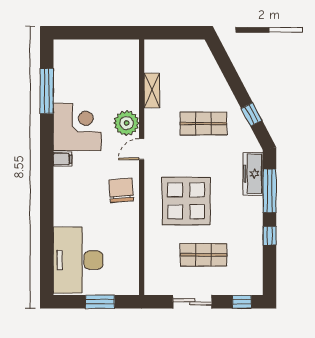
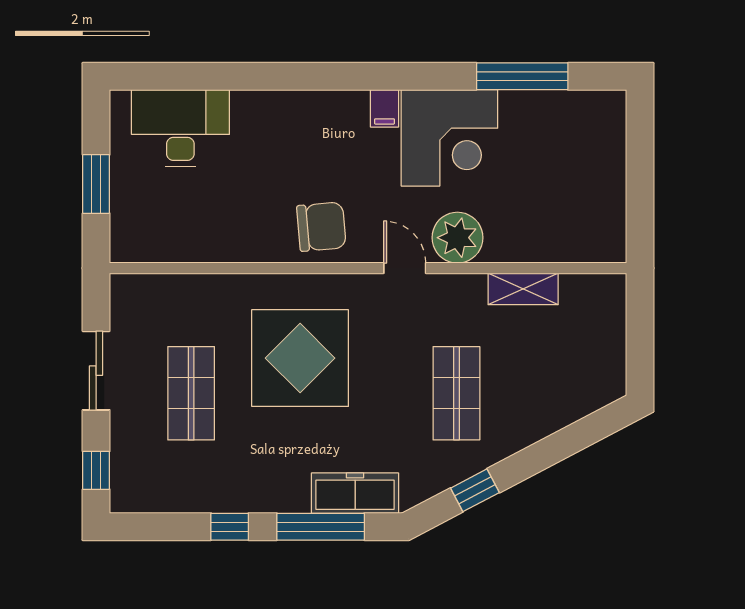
desk: (78, 260) -> (180, 128), width x0.73, depth x0.77

